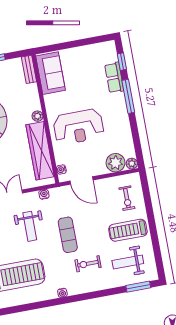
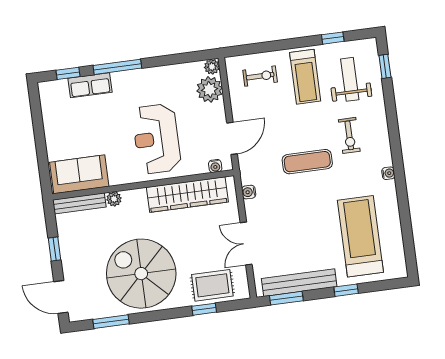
bench: (29, 69) -> (79, 203), width x1.36
plant: (37, 116) -> (114, 199), moved
reception desk: (79, 127) -> (157, 139), turned 180
weight bench: (30, 226) -> (293, 214), removed
window: (157, 249) -> (333, 38), added
weight bench: (128, 262) -> (350, 79), turned 180
window: (138, 287) -> (385, 66), width x0.67

